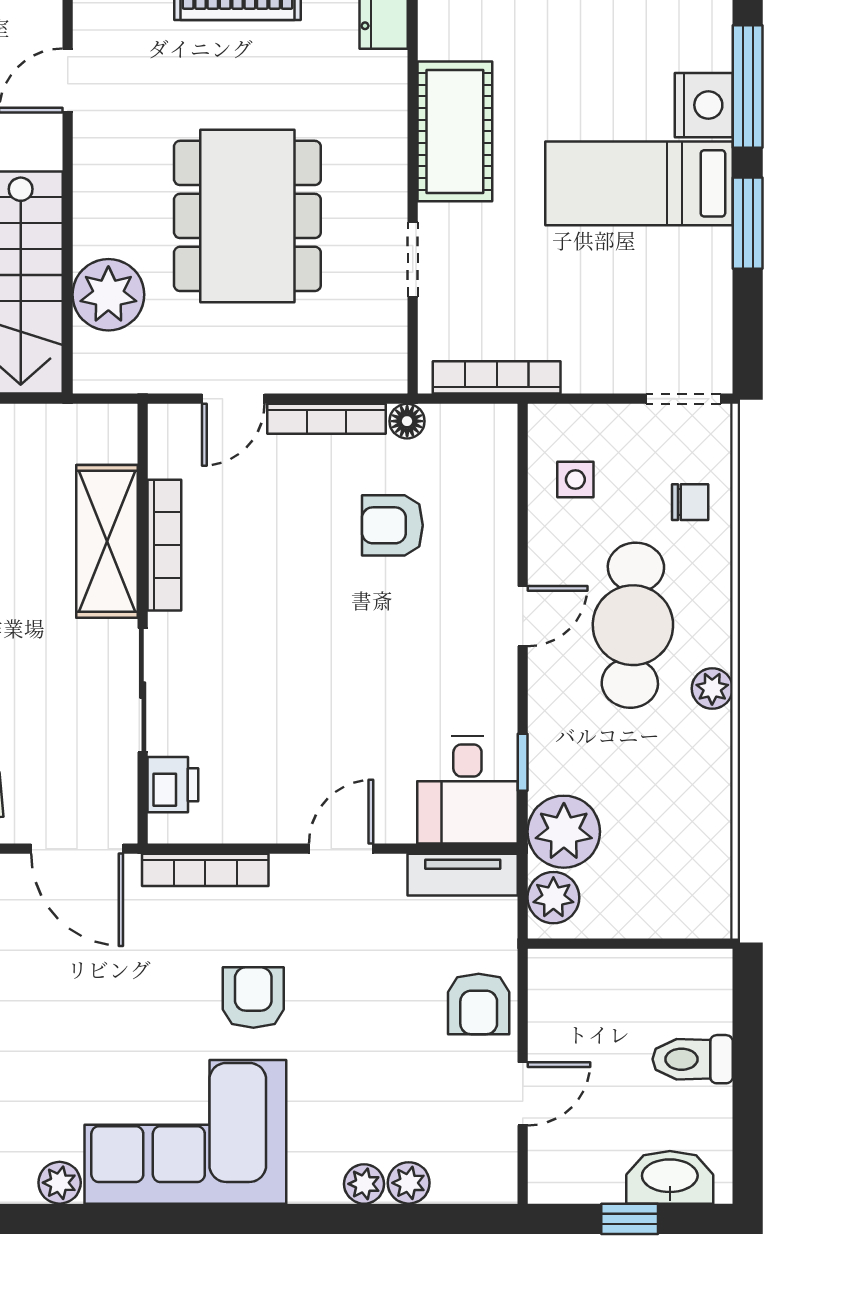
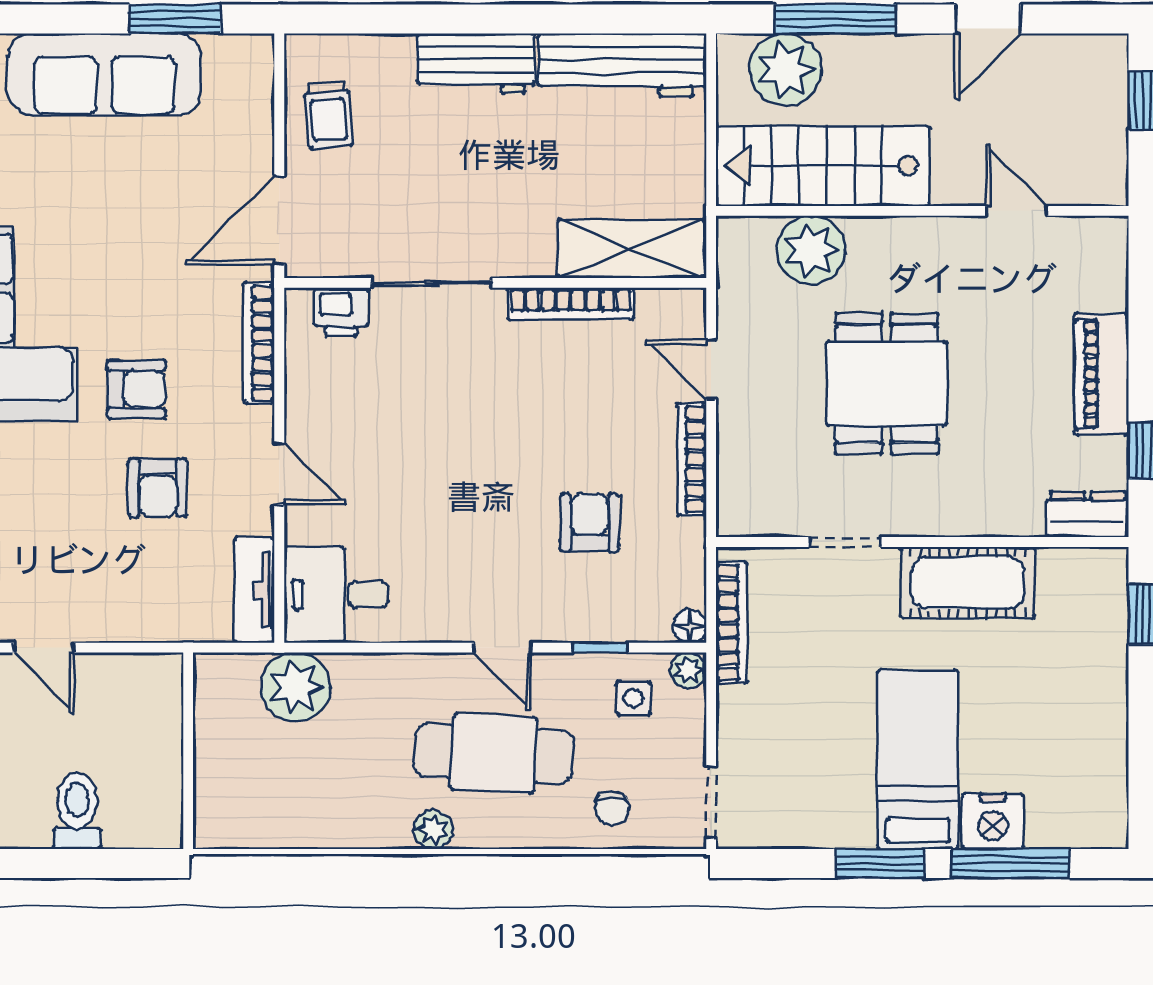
dining table: (247, 216) -> (887, 383), width x0.73
floor lamp: (407, 421) -> (690, 626), moved
shelving: (107, 541) -> (631, 249), moved
window: (523, 762) -> (600, 648), moved
plant: (553, 898) -> (688, 670), moved, width x0.73, depth x0.73
armchair: (479, 1004) -> (158, 488), moved, turned -90

